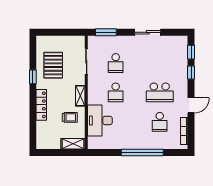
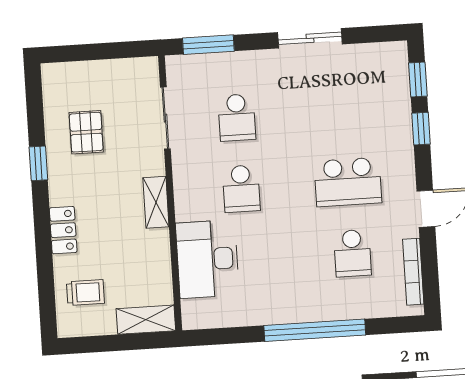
pallet: (53, 65) -> (86, 132), width x0.67, depth x0.71
locker: (41, 105) -> (63, 230), width x0.66
trolley: (70, 117) -> (85, 293), moved

